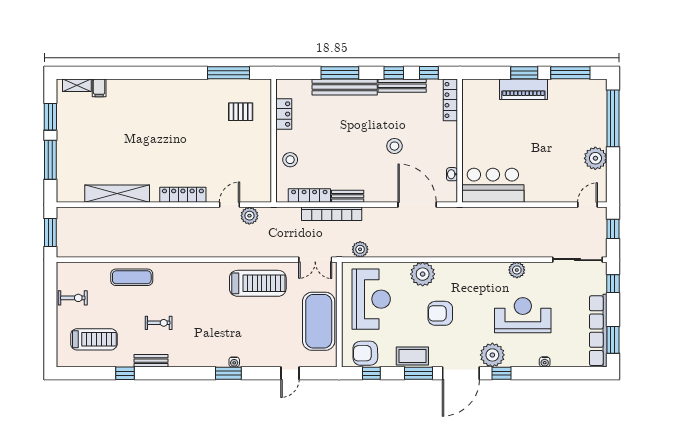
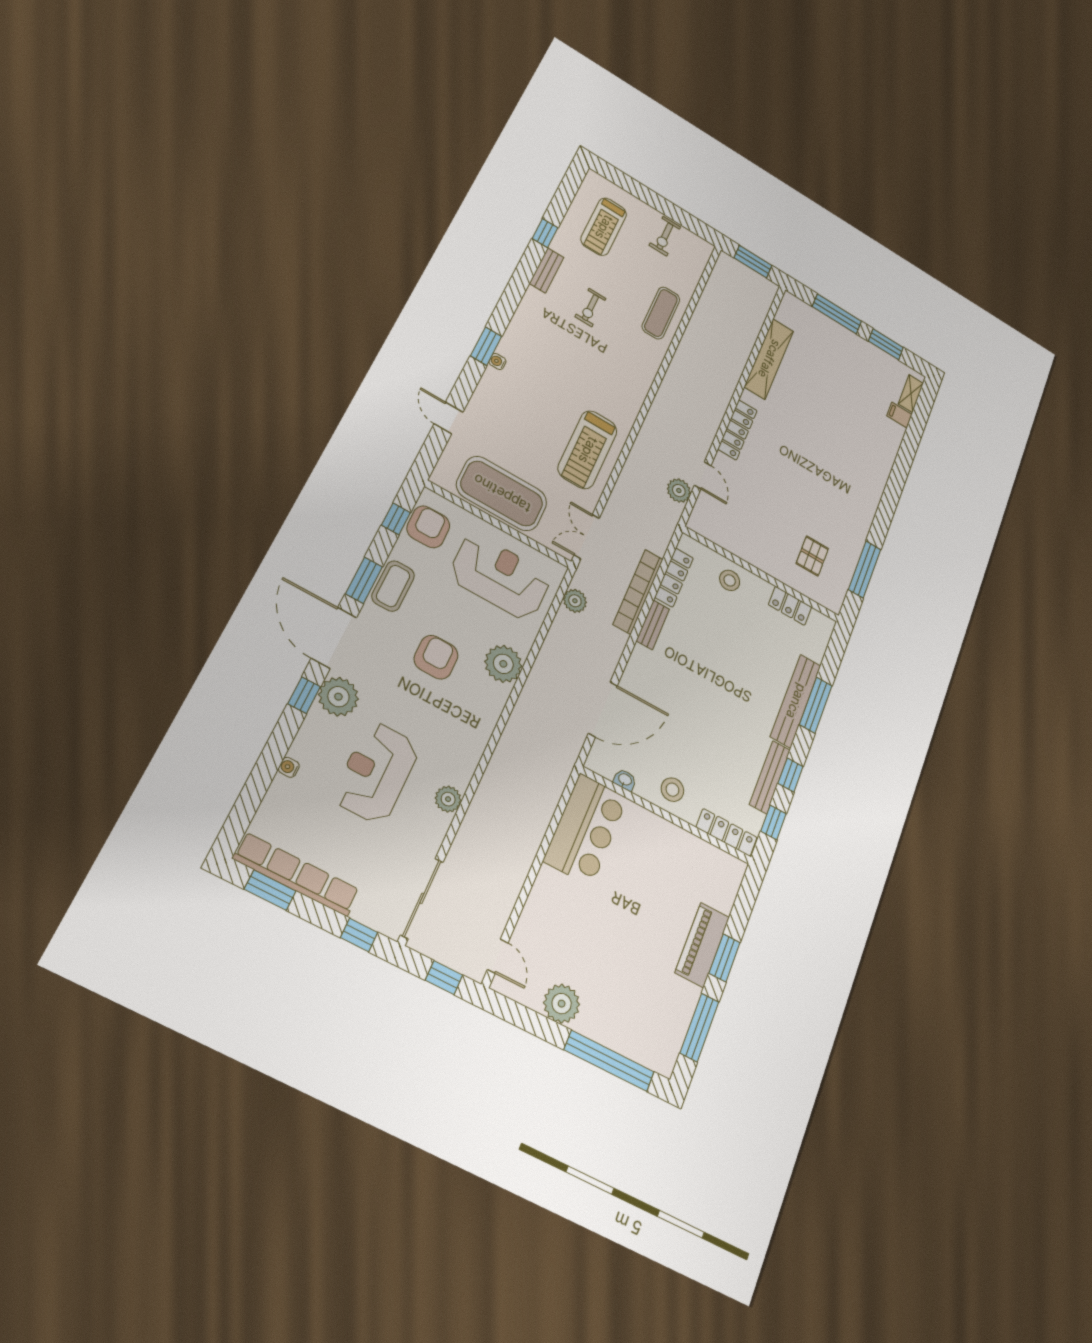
stool: (394, 146) -> (672, 790), moved
reception desk: (371, 299) -> (500, 577), turned 180
reception desk: (523, 315) -> (376, 772), turned 180

